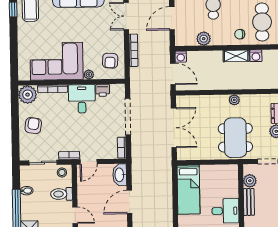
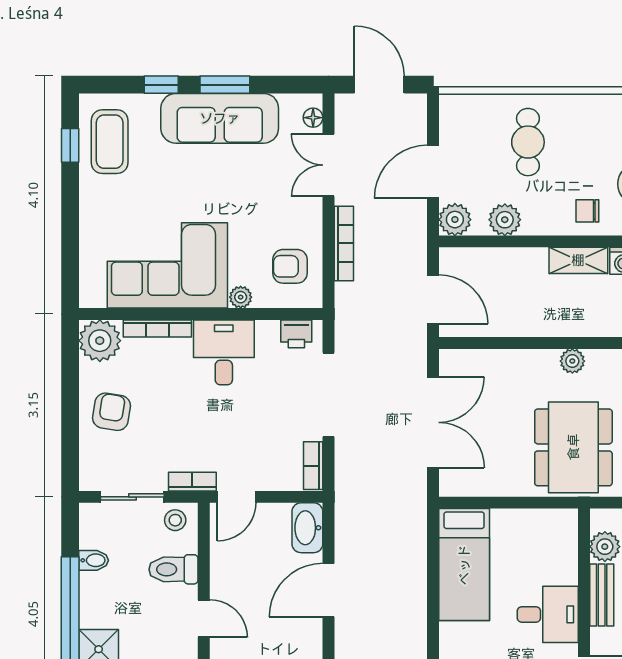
plant: (182, 39) -> (455, 220), added
washing machine: (181, 57) -> (452, 260), removed
armchair: (110, 61) -> (290, 266), turned 86
printer: (103, 90) -> (296, 334), moved

